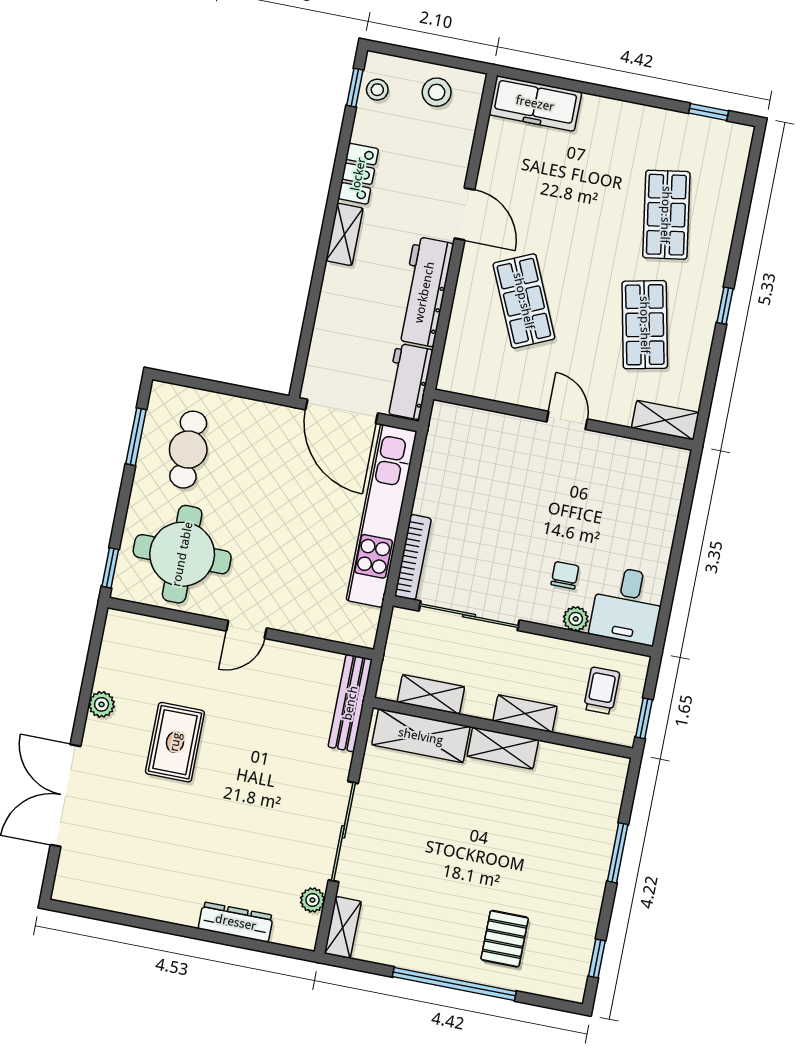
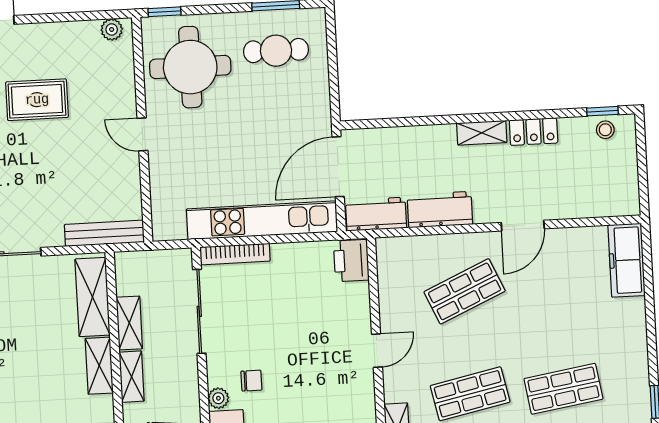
stool: (437, 92) -> (615, 178), removed
workbench: (424, 292) -> (440, 210), width x0.73
printer: (455, 424) -> (351, 261), added
shelving: (431, 694) -> (129, 323), moved
plant: (102, 704) -> (112, 29), moved

